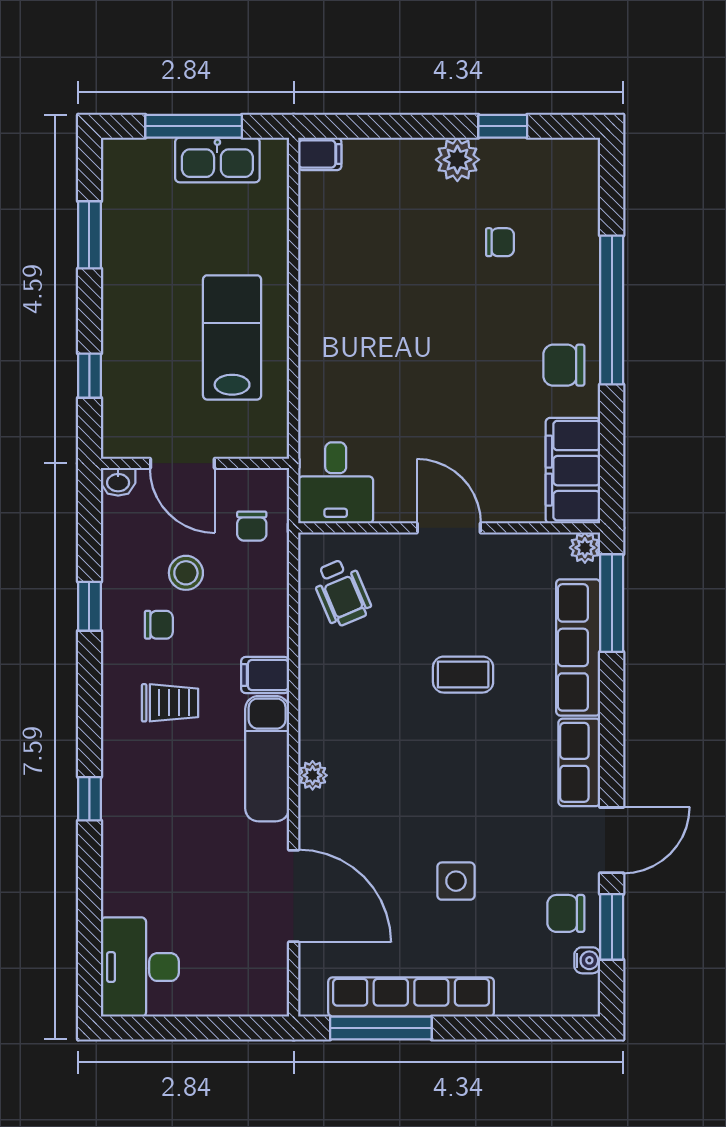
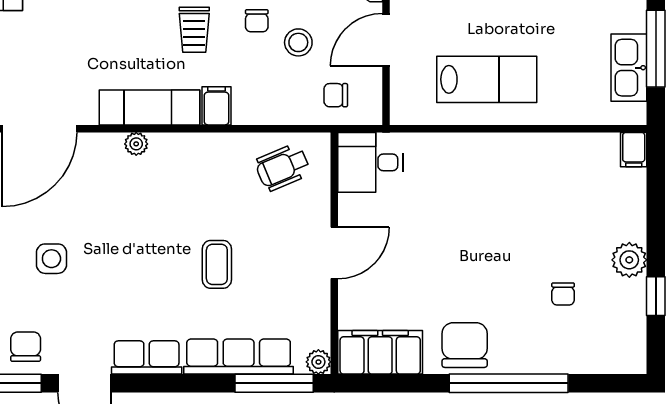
chair: (564, 365) -> (465, 345), width x1.37, depth x1.37

